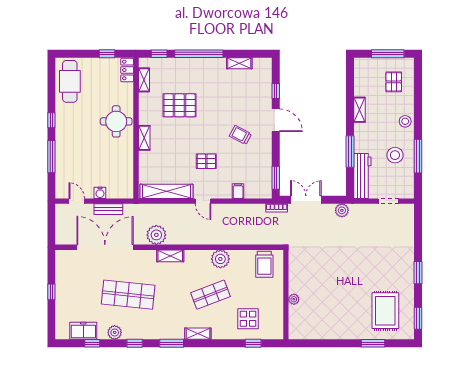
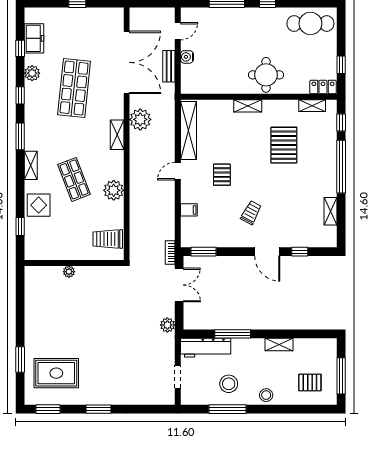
door: (276, 120) -> (267, 252), hinge flipped
display table: (248, 319) -> (39, 205), moved

